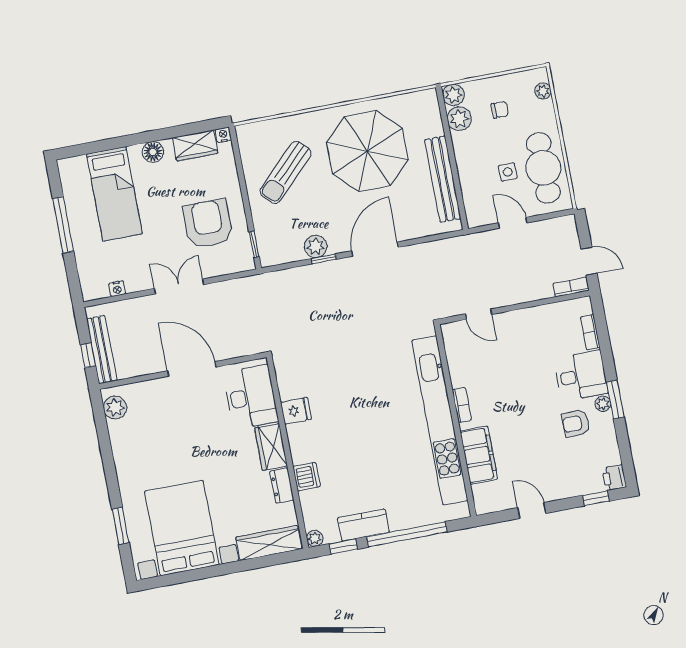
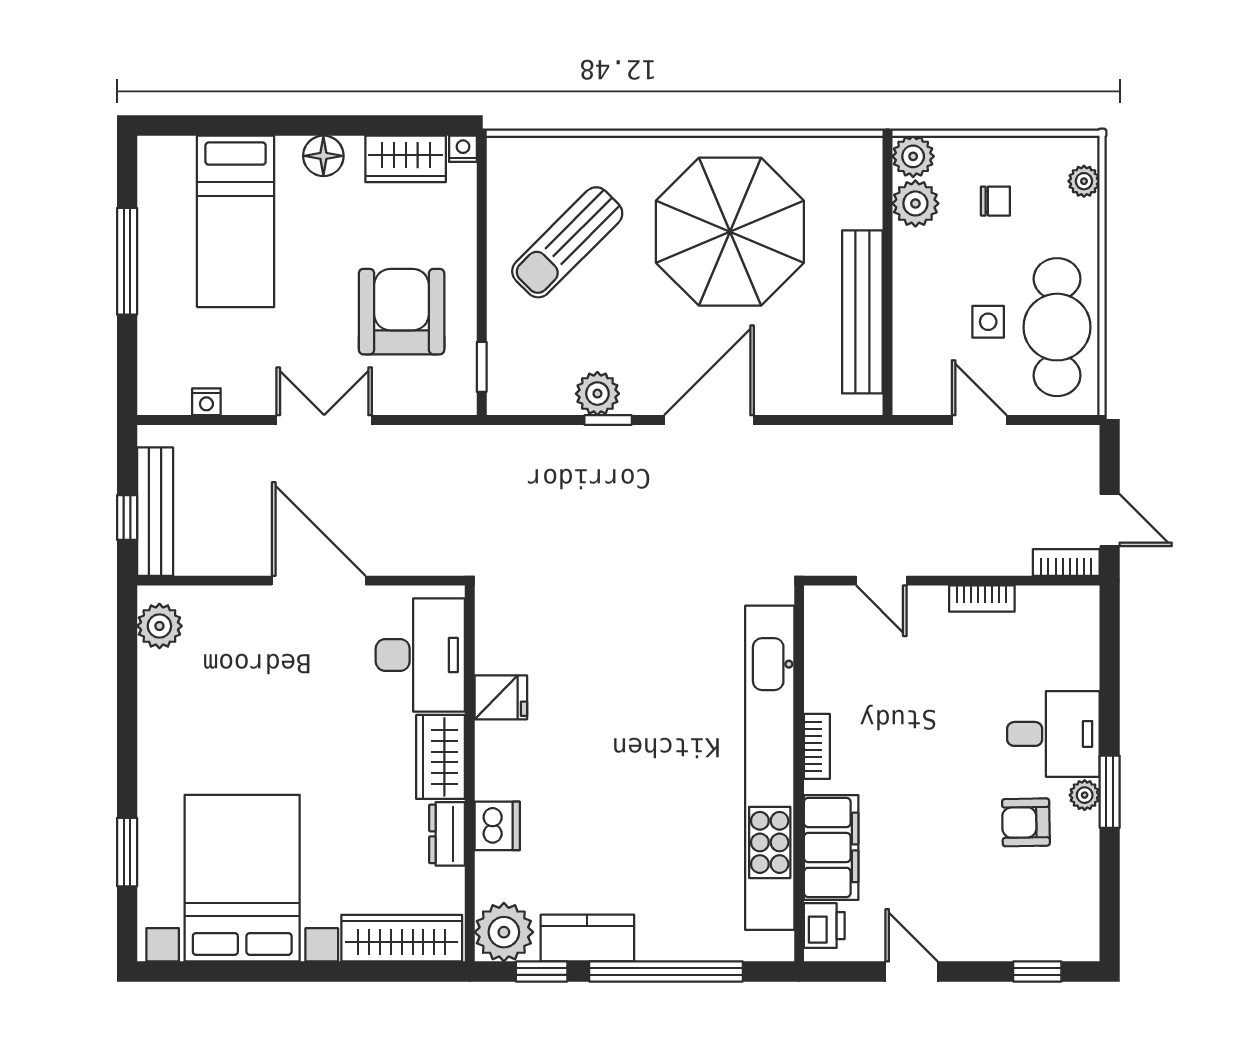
bookcase: (590, 332) -> (982, 599), moved, turned -90
printer: (614, 478) -> (824, 926), moved, turned 180
plant: (315, 538) -> (504, 932), width x1.88, depth x1.88

